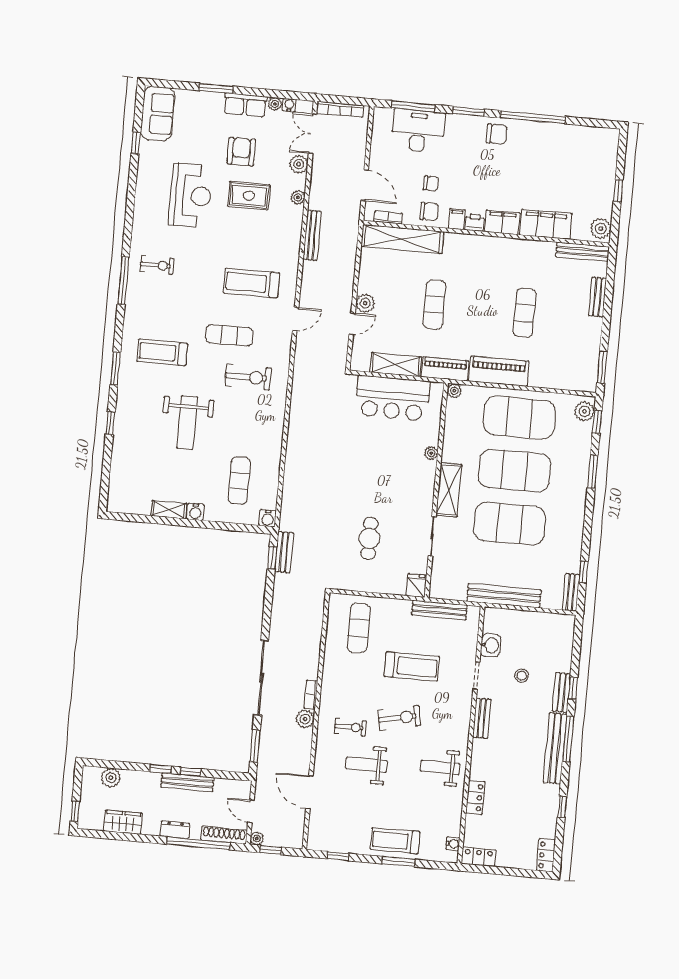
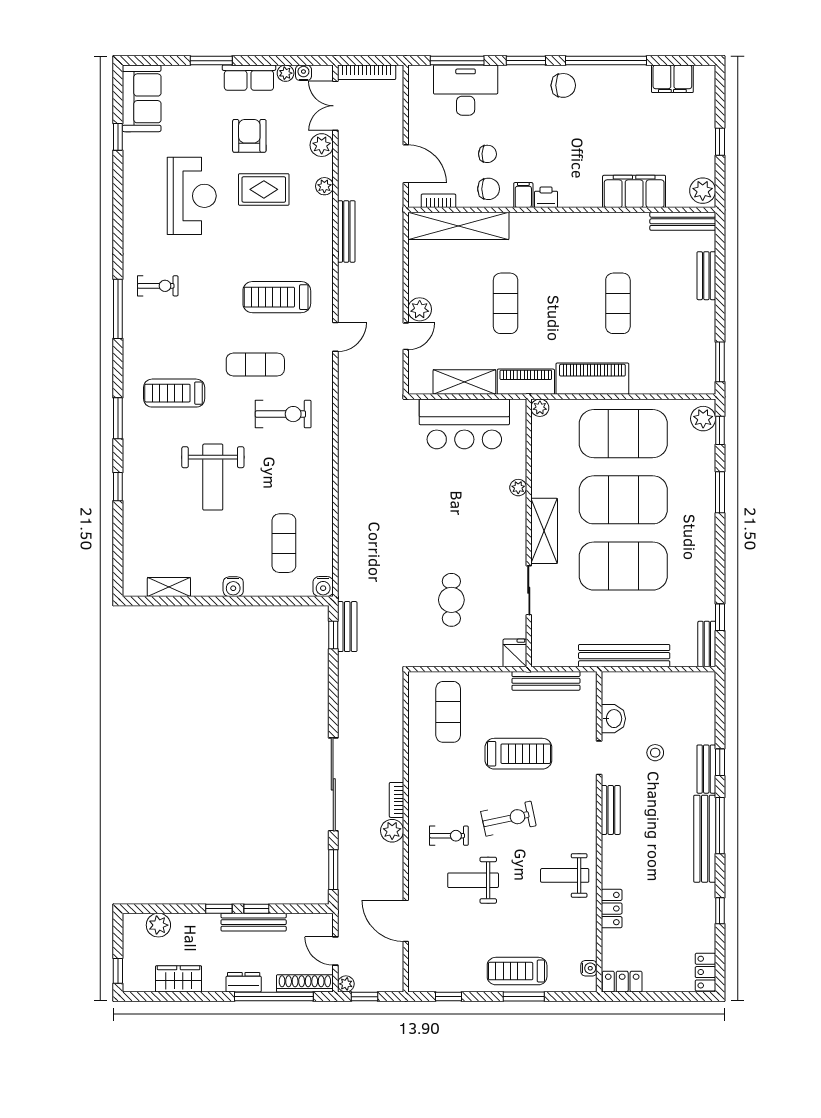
filing cabinet: (502, 222) -> (672, 79), moved, turned 180
shelving: (169, 510) -> (169, 587), moved

